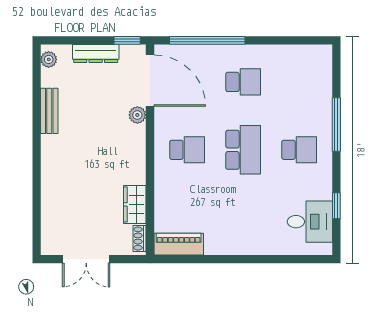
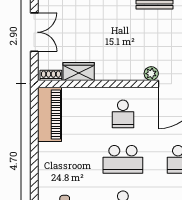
piano: (179, 244) -> (49, 114), width x1.37, depth x1.33
double door: (86, 259) -> (34, 32), swing flipped

